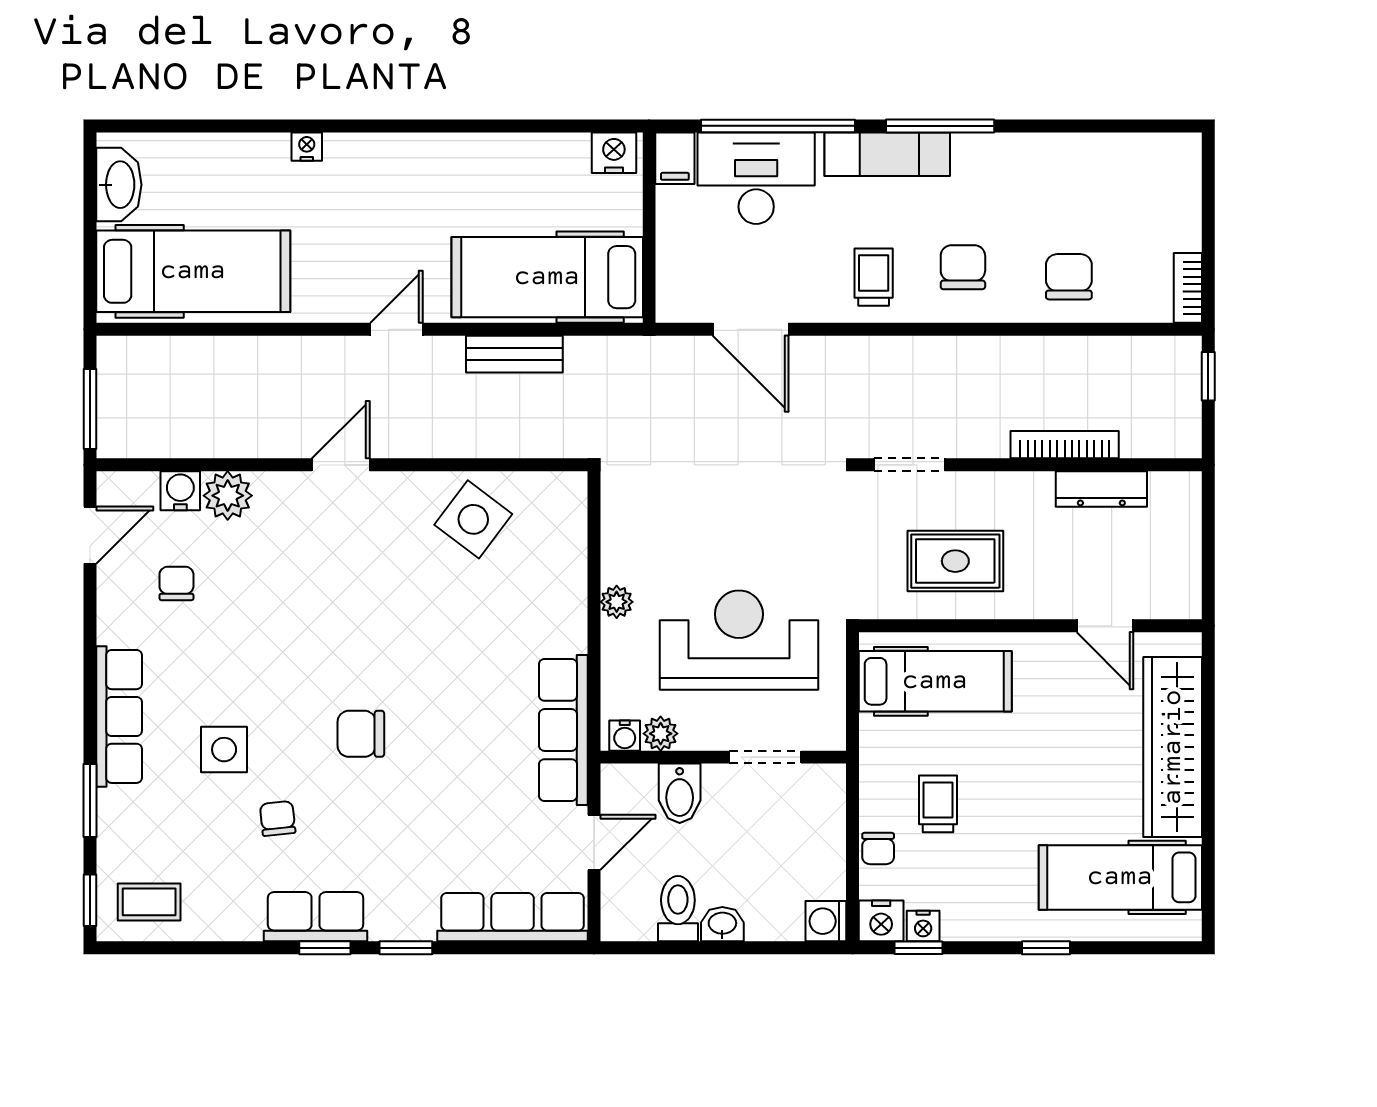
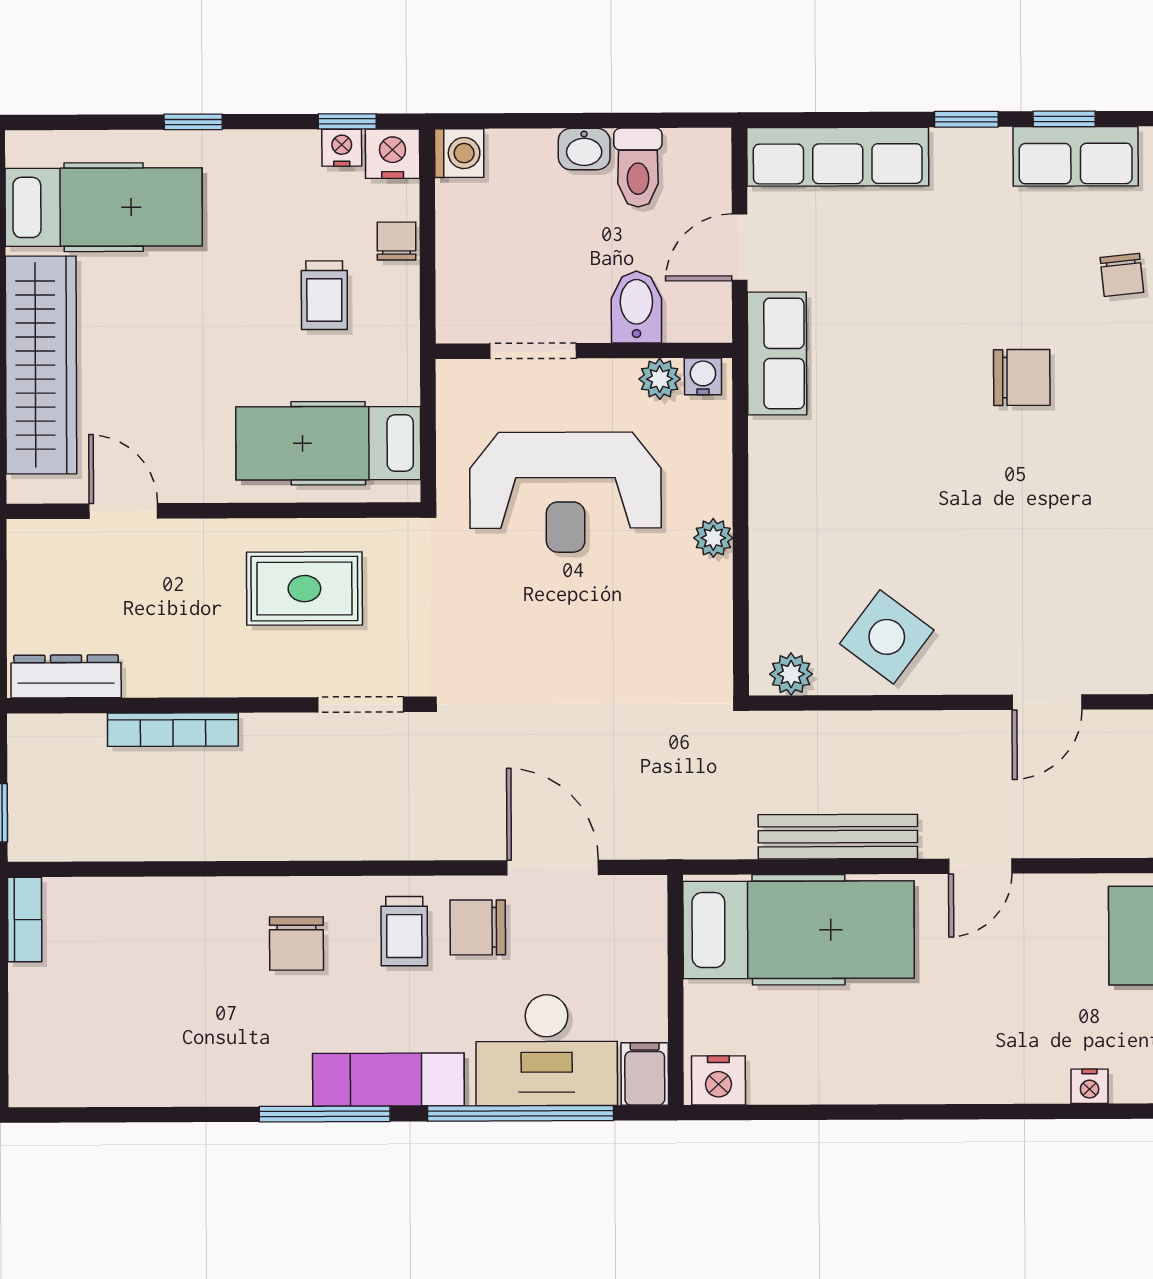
chair: (1069, 277) -> (478, 927), moved, turned 90
bench: (514, 354) -> (838, 837), width x1.36
plant: (553, 489) -> (791, 674), added
dresser: (1101, 489) -> (66, 676), moved
row of seats: (563, 730) -> (777, 354), width x0.68

